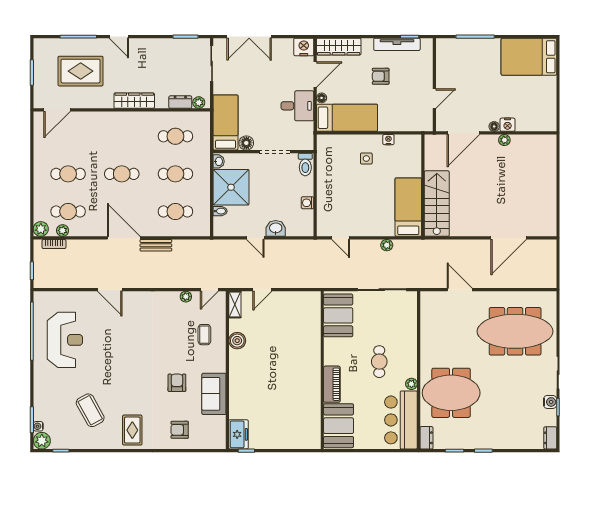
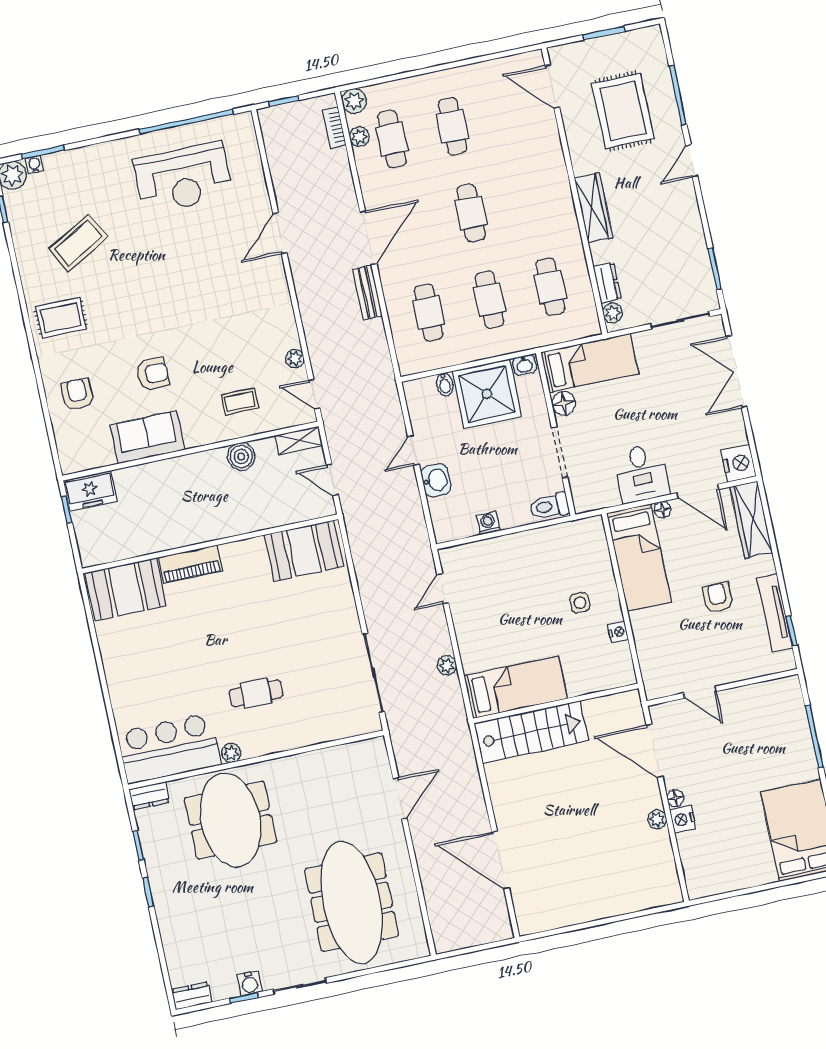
booth: (338, 315) -> (304, 551), moved
wall: (322, 370) -> (210, 544), moved
piano: (332, 384) -> (191, 564), moved
booth: (339, 426) -> (126, 589), moved

